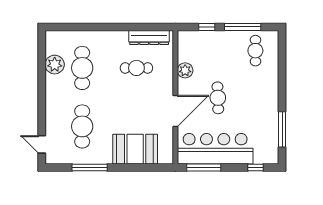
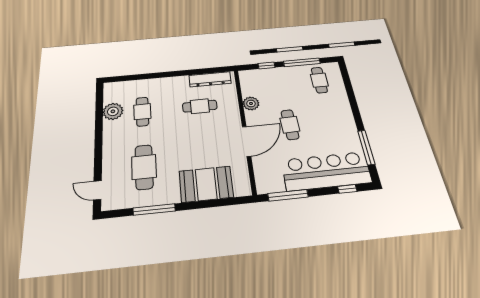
cafe table: (82, 68) -> (142, 112), width x0.73, depth x0.74
bar counter: (215, 149) -> (326, 171), moved

